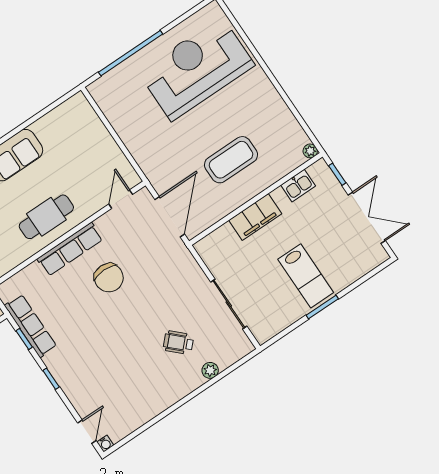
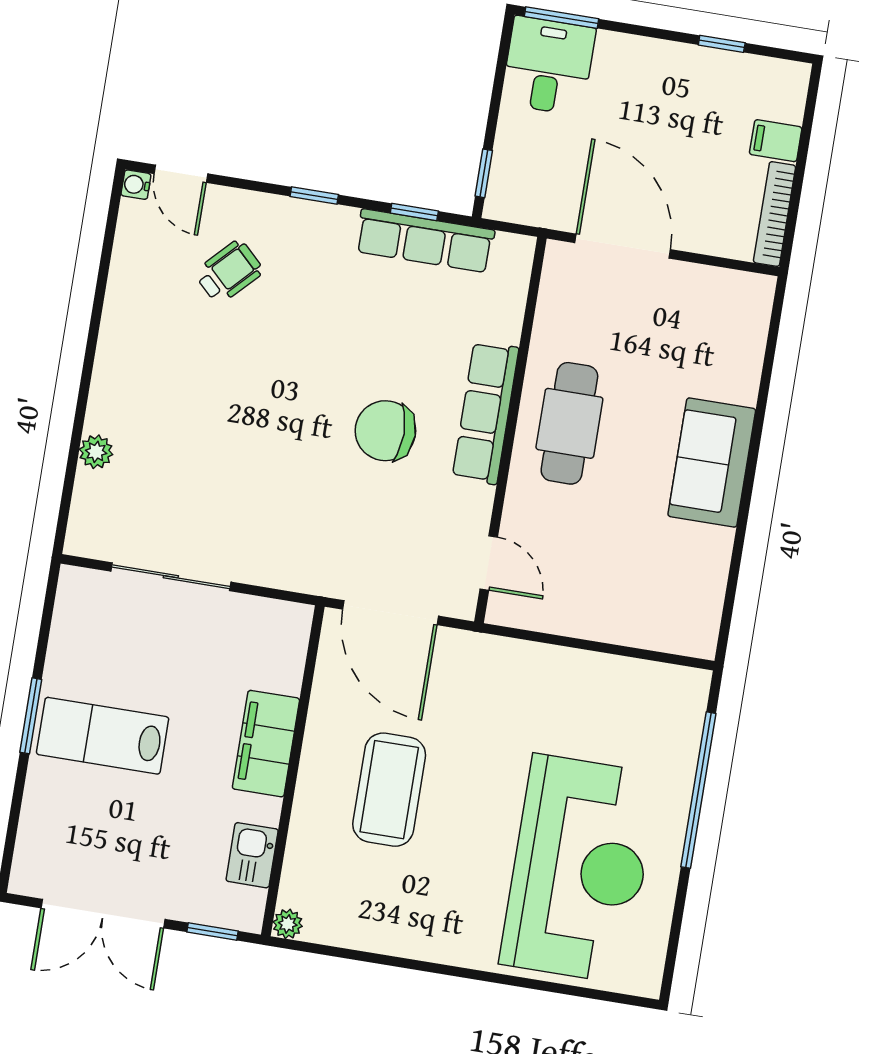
wheelchair: (178, 343) -> (229, 272), moved

